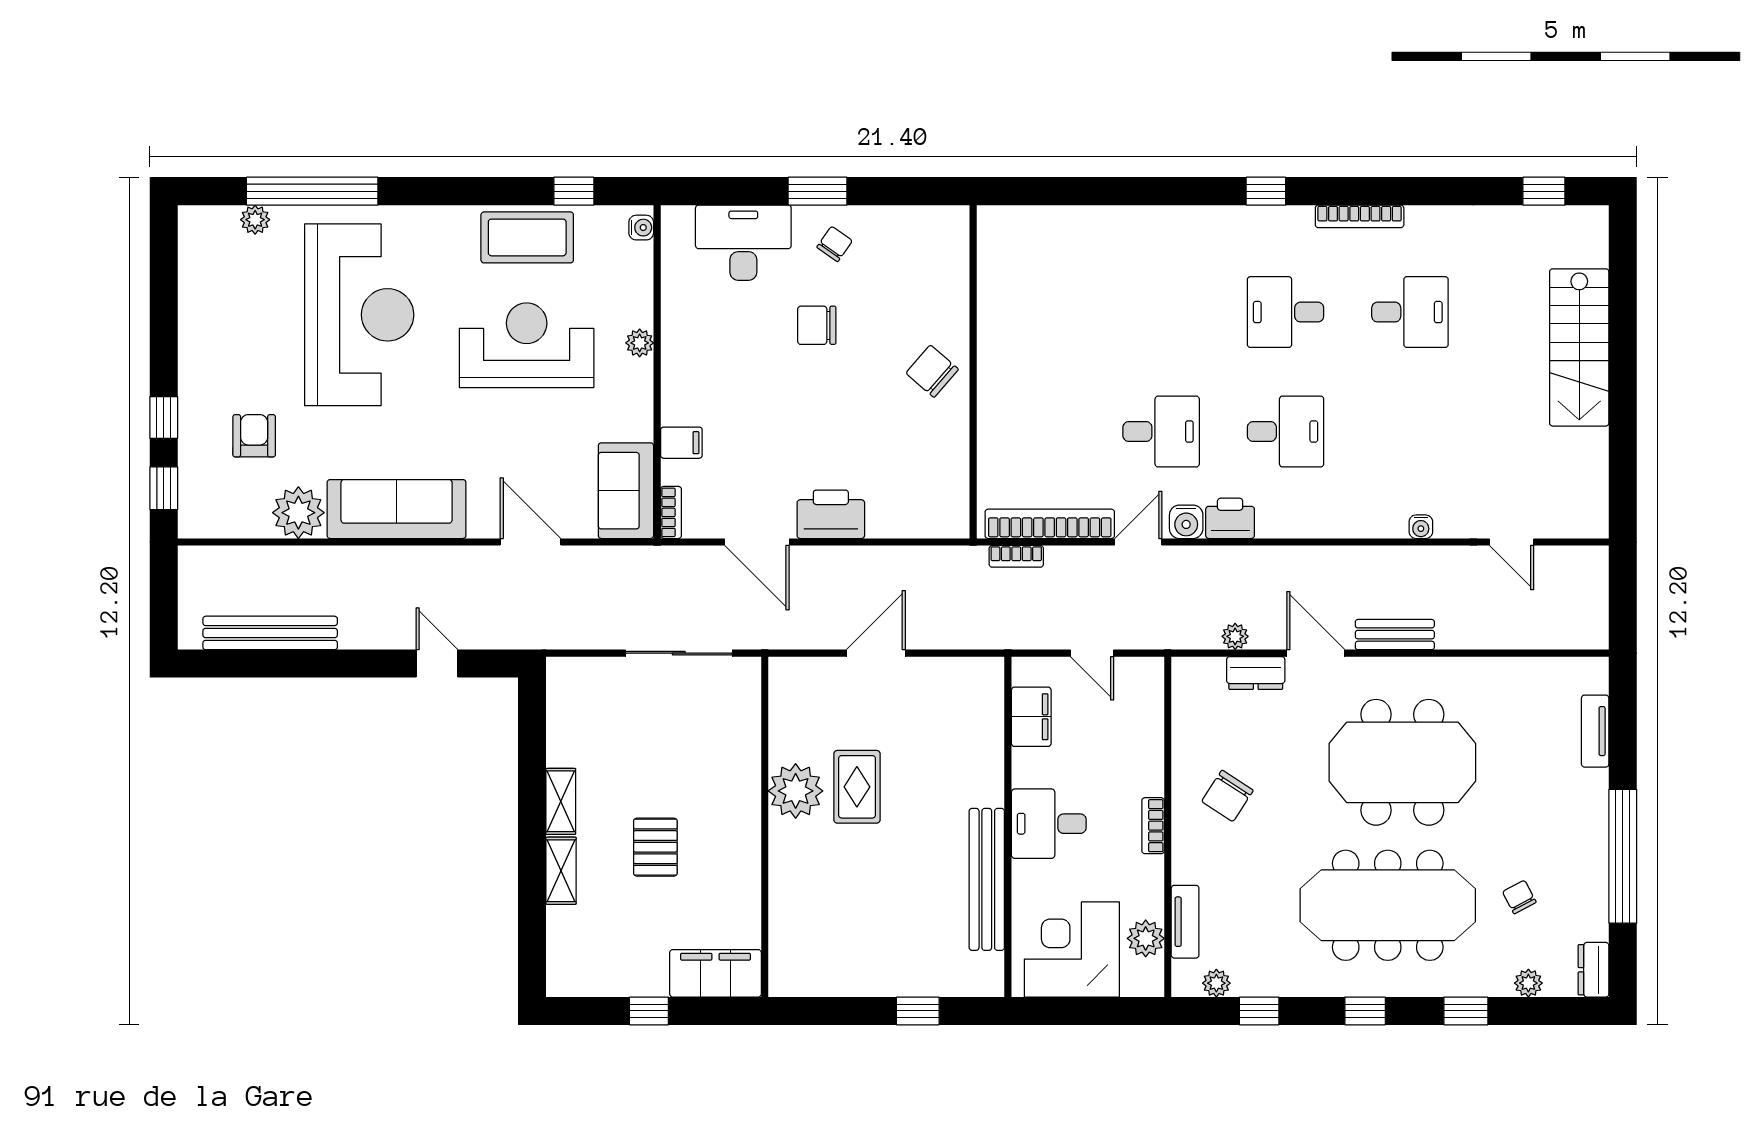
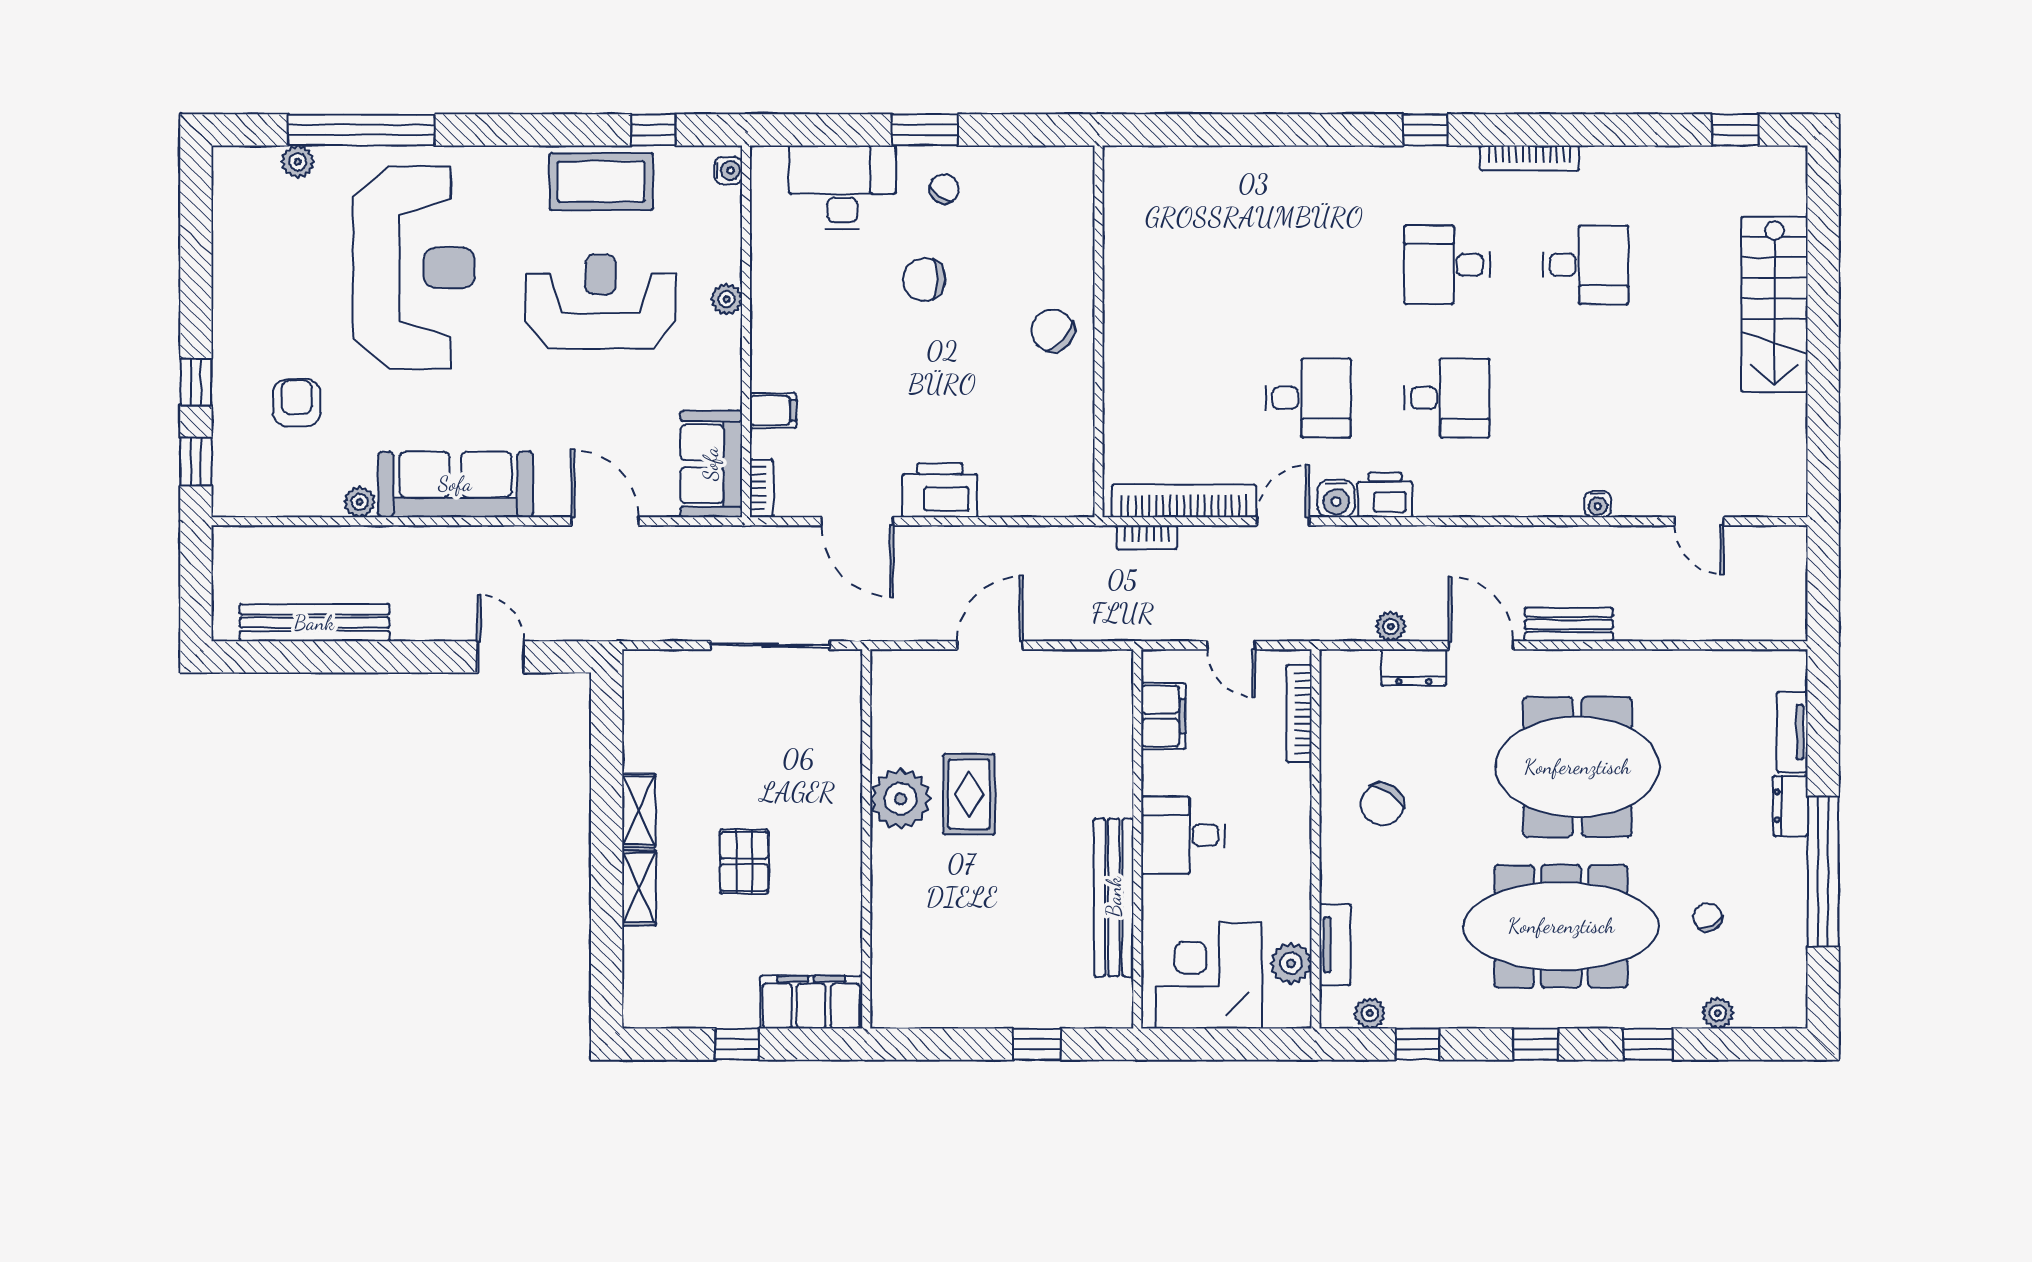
plant: (298, 513) -> (360, 502), width x0.53, depth x0.53
bookcase: (1153, 826) -> (1299, 713), moved, width x1.56
dresser: (1594, 970) -> (1790, 806), moved

